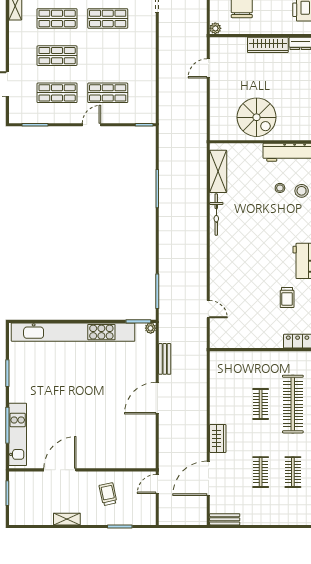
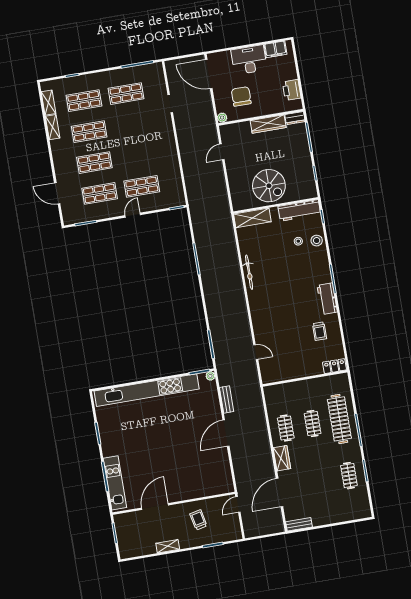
shop shelf: (108, 18) -> (131, 124), removed
shelving: (218, 171) -> (252, 218), moved, turned 90
clothes rail: (261, 472) -> (286, 428), moved

